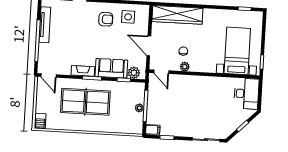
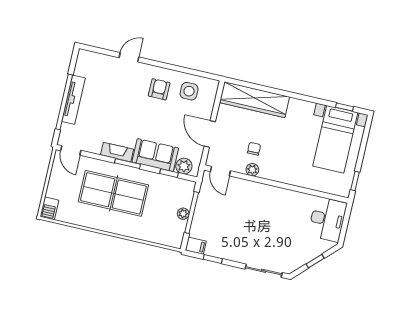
armchair: (106, 19) -> (159, 89), turned -90
tv unit: (45, 25) -> (74, 100), moved
bed with nightstands: (237, 51) -> (335, 139), moved, turned 180

